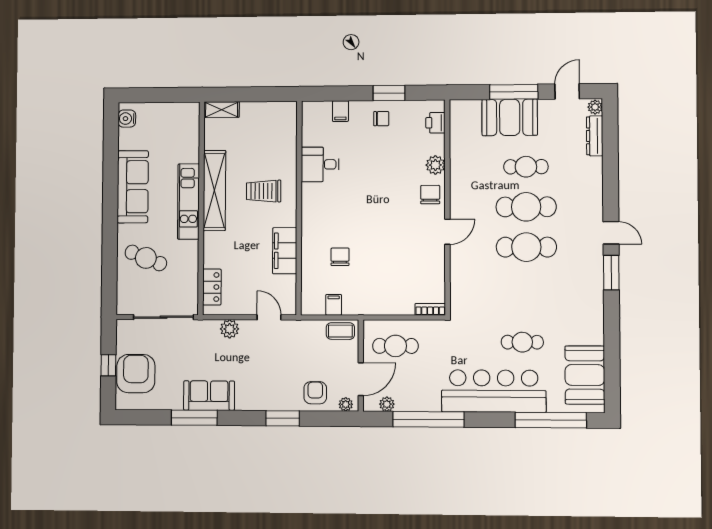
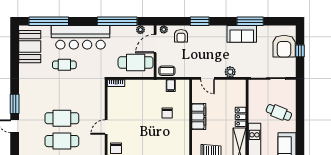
locker: (212, 287) -> (241, 117), moved
cafe table: (395, 346) -> (136, 62), width x1.37, depth x1.35

